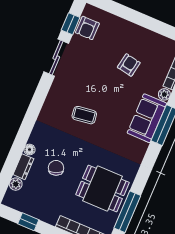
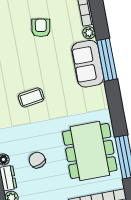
dining table: (102, 188) -> (90, 151), width x1.38

